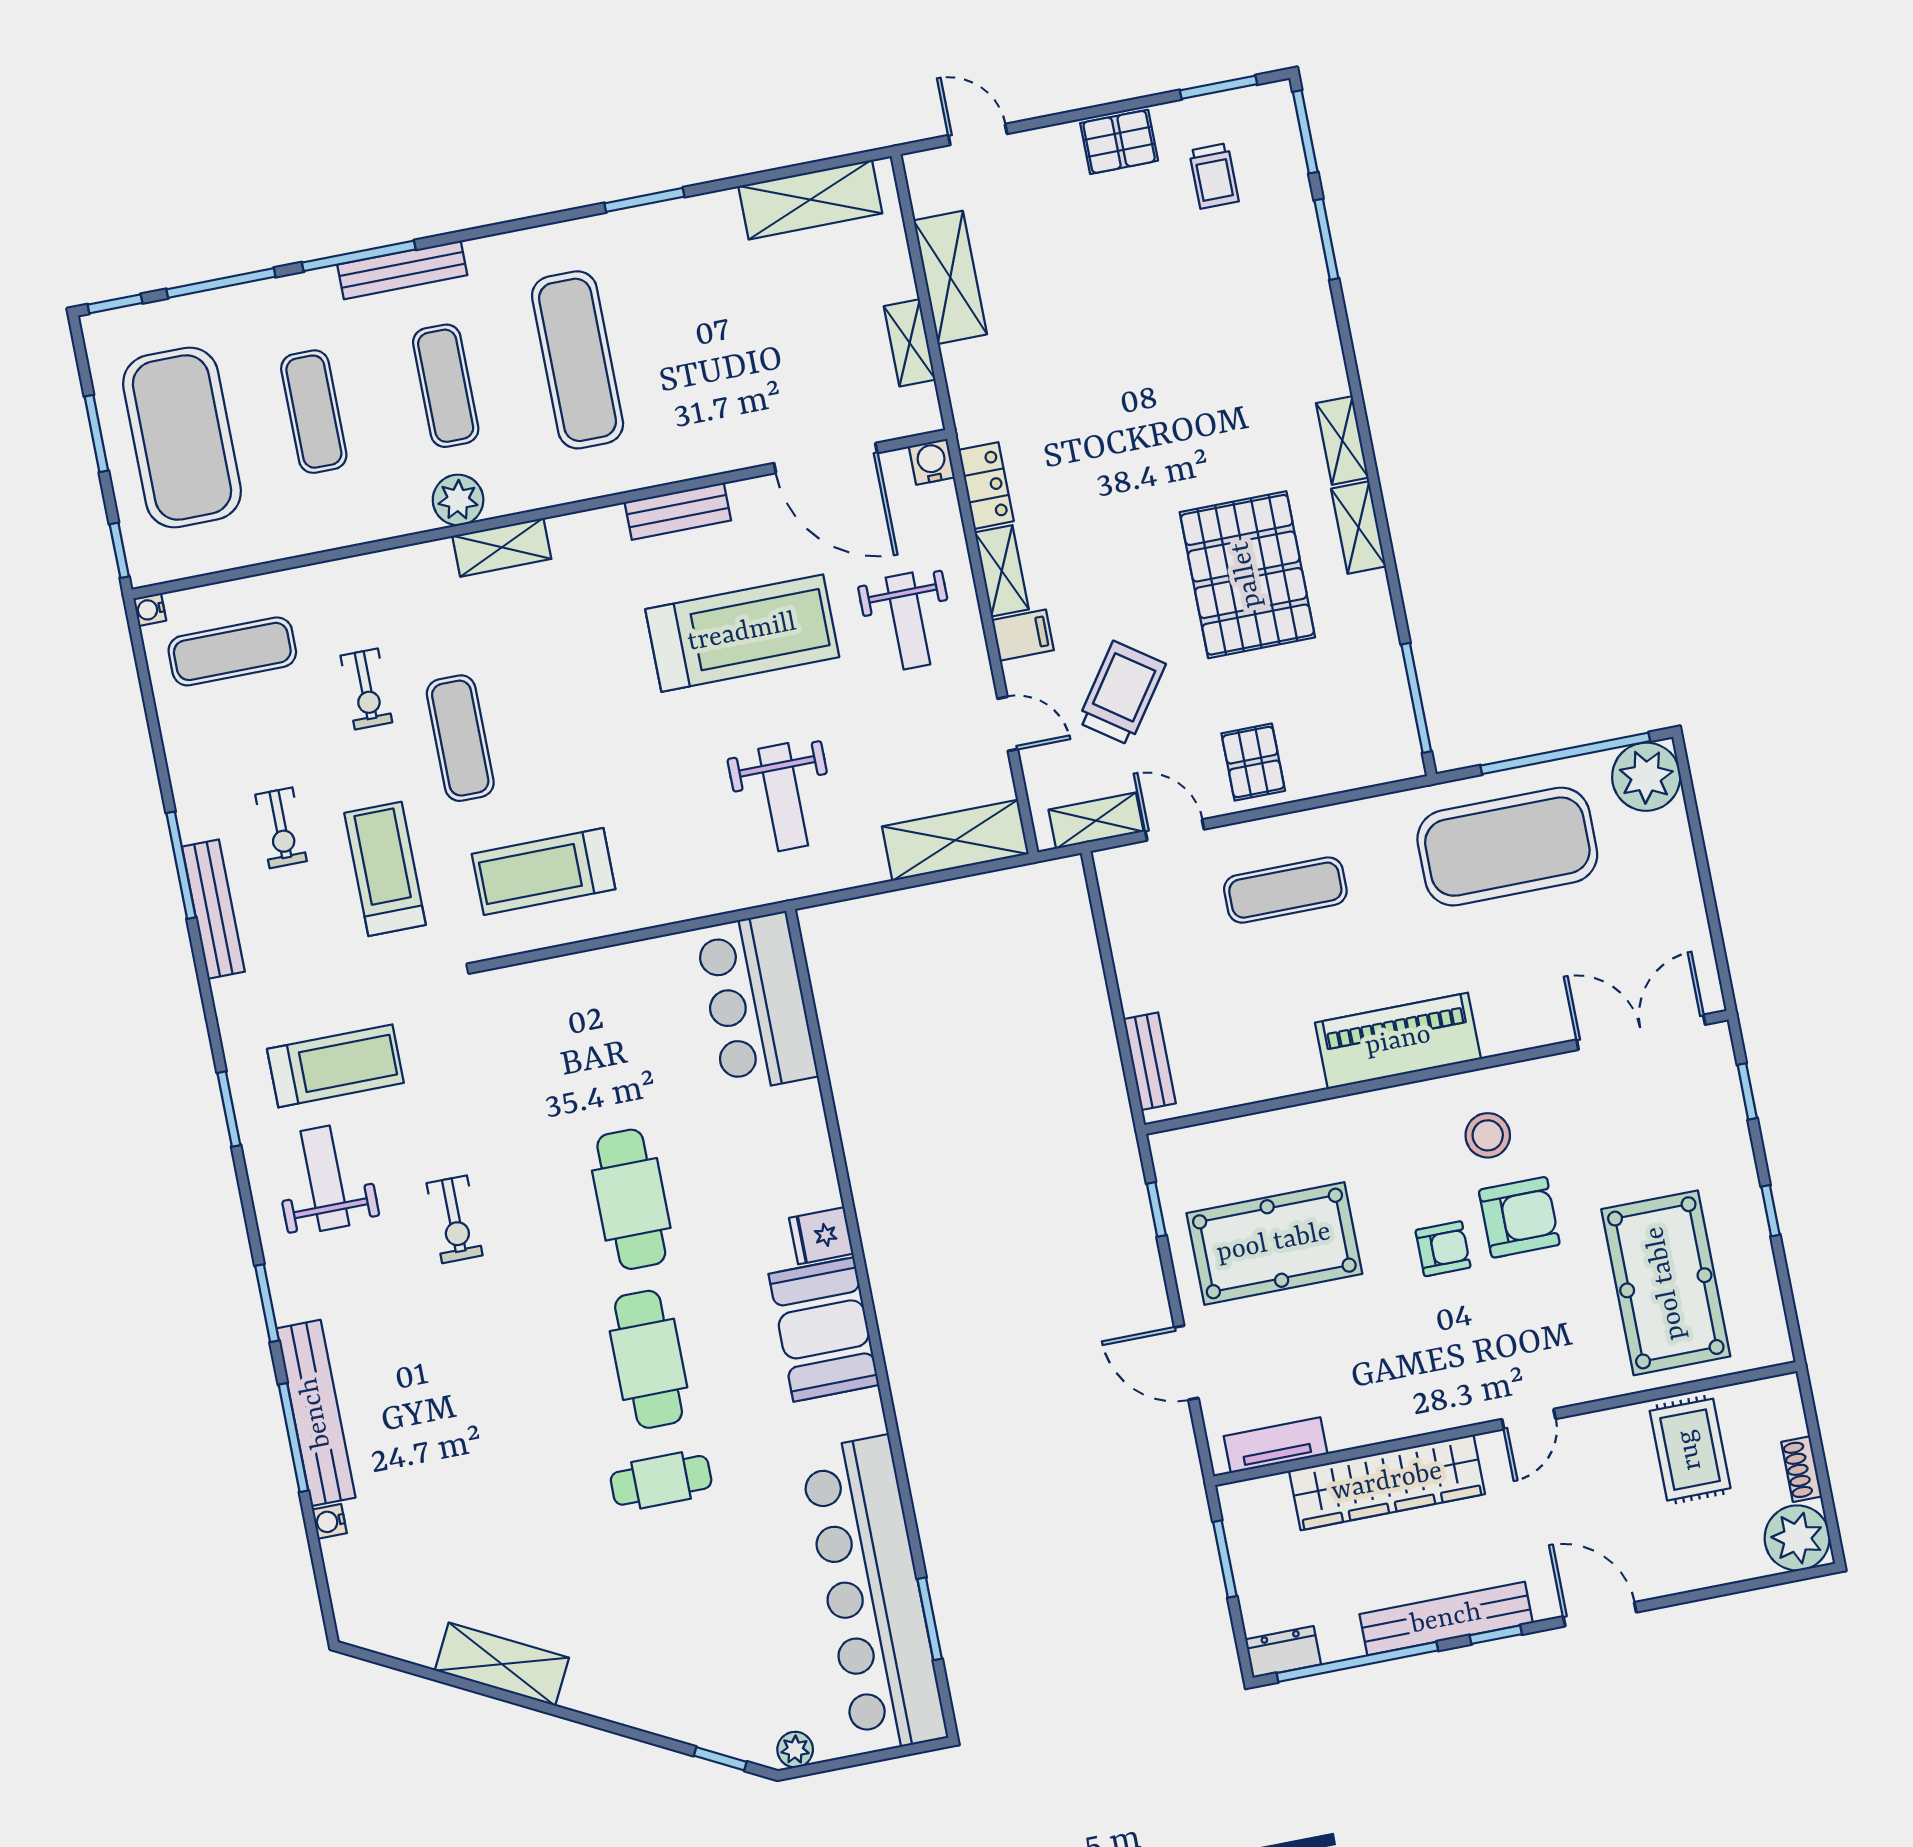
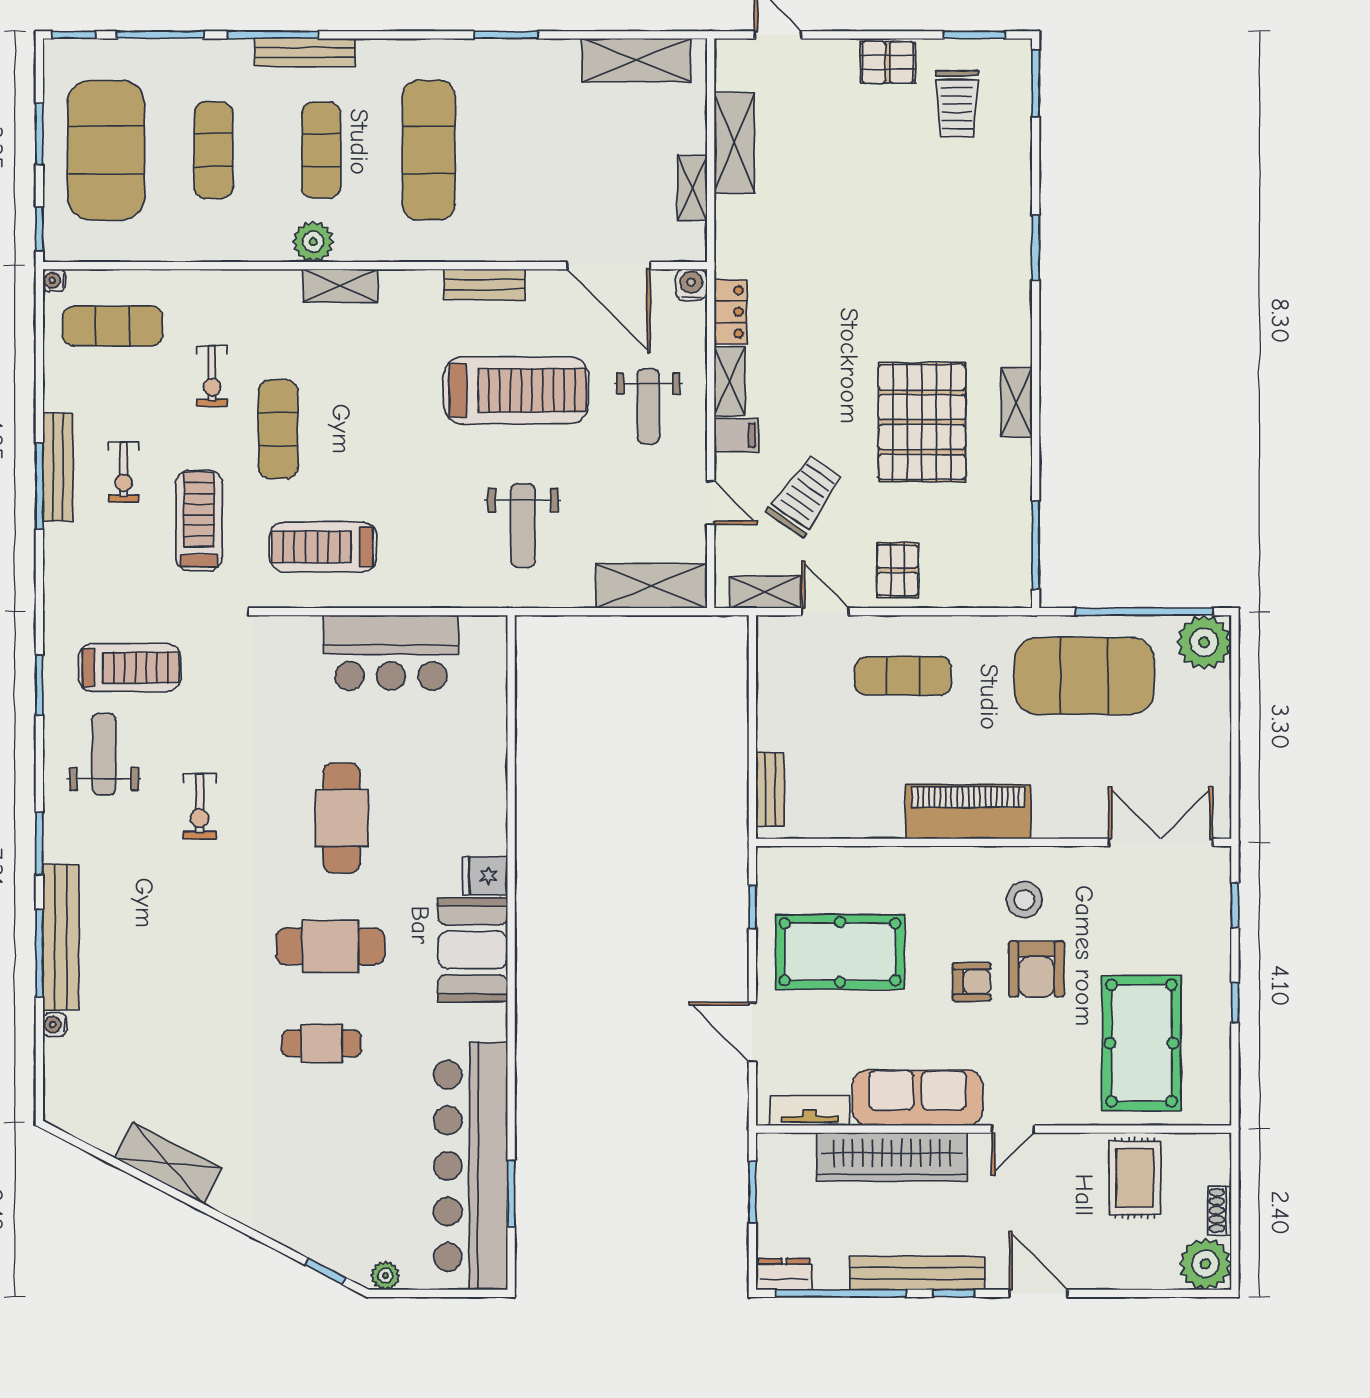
trolley: (1214, 176) -> (957, 104), width x1.36, depth x1.39
window: (1326, 239) -> (1036, 248), moved
shelving: (1342, 440) -> (1017, 331), removed
bench: (213, 909) -> (58, 467), moved
bar counter: (756, 1003) -> (391, 653), moved, turned -90
armchair: (1519, 1217) -> (1036, 969), turned 90
cafe table: (649, 1359) -> (330, 946), turned 90
sofa: (1405, 1404) -> (918, 1098), added

